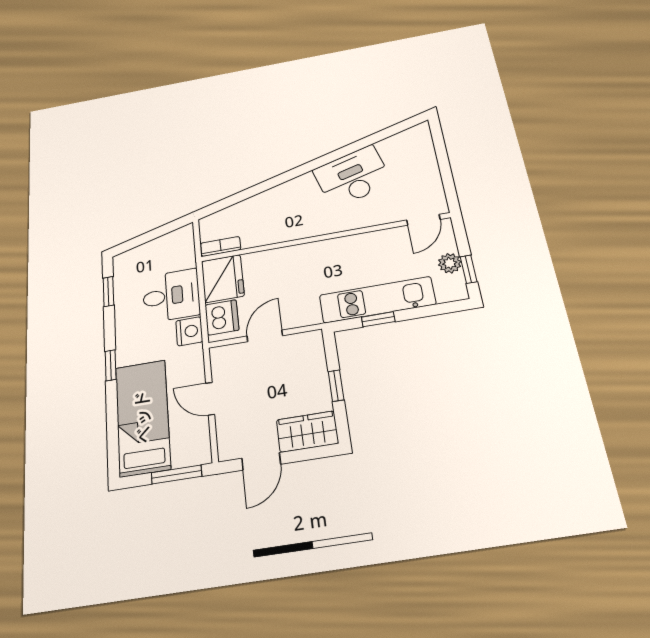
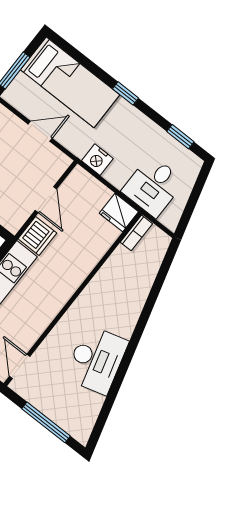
window: (443, 161) -> (46, 422), added
fridge: (223, 279) -> (119, 212), width x0.73, depth x0.75
desk: (171, 296) -> (153, 186), moved
dishwasher: (222, 317) -> (37, 236), moved, turned -90

